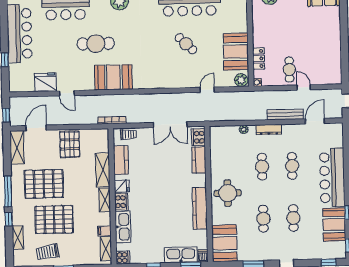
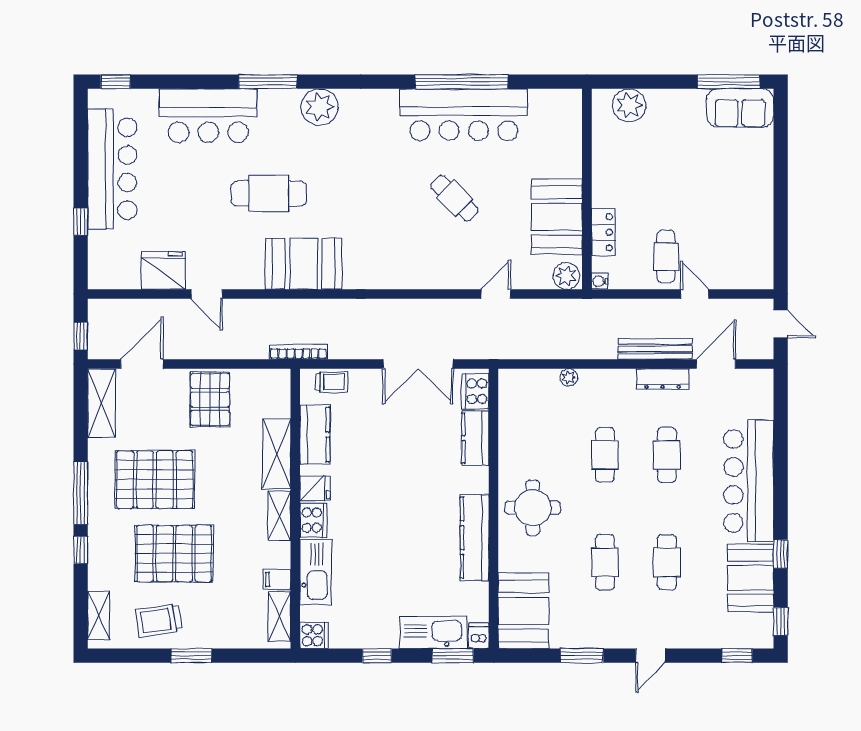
dresser: (269, 129) -> (663, 379), moved
shelving: (18, 238) -> (99, 616), moved

